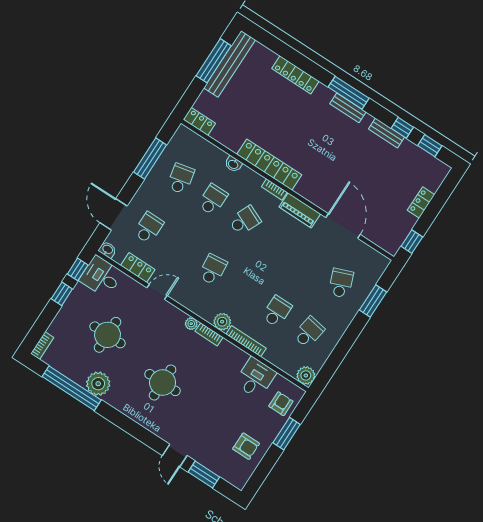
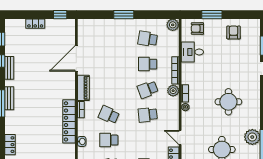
locker: (295, 75) -> (10, 145), width x0.66
school desk: (341, 283) -> (148, 89), moved
window: (373, 301) -> (124, 15), moved

